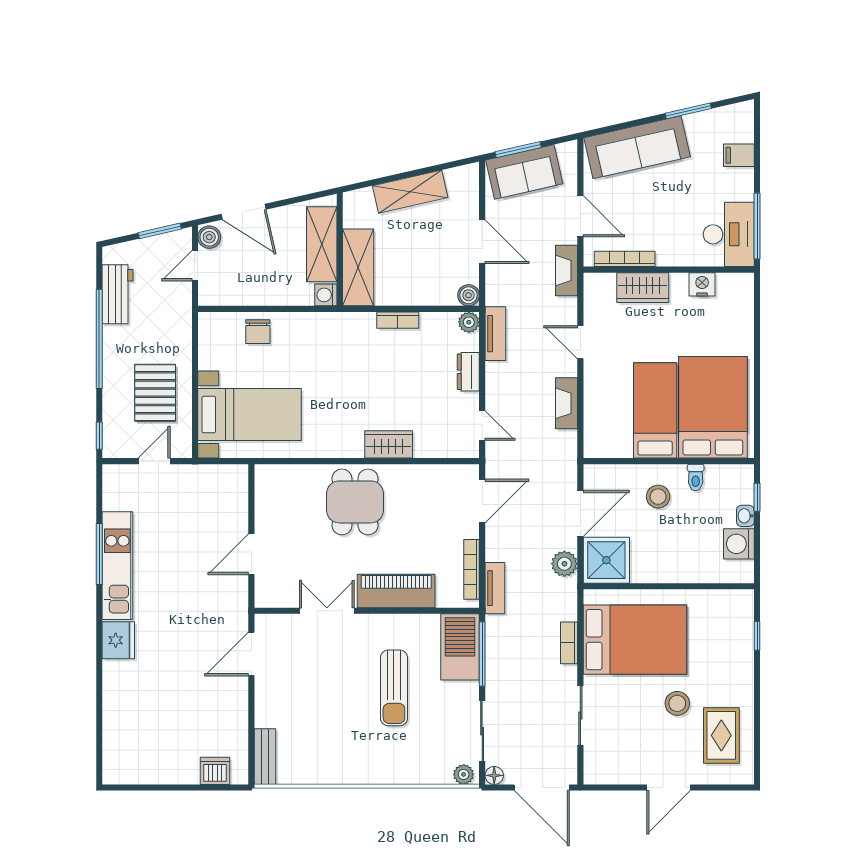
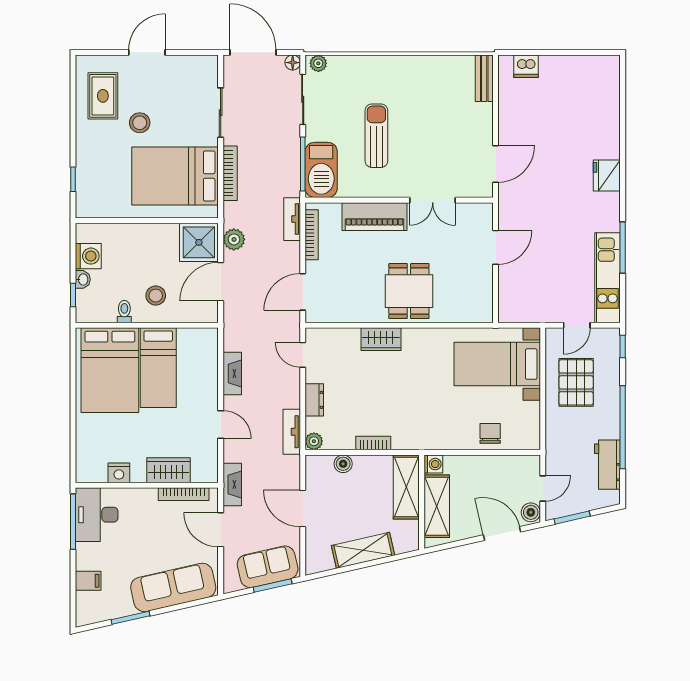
boiler: (468, 295) -> (343, 464), moved
kitchen unit: (117, 566) -> (608, 278), moved
bookcase: (569, 643) -> (230, 173), width x1.56

